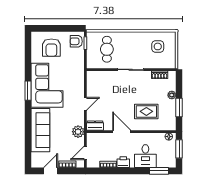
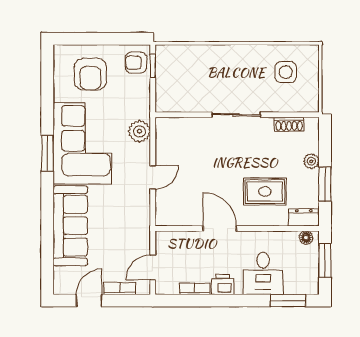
cafe table: (107, 49) -> (192, 77), removed
dresser: (95, 126) -> (304, 217), moved
plant: (78, 132) -> (139, 131), moved

